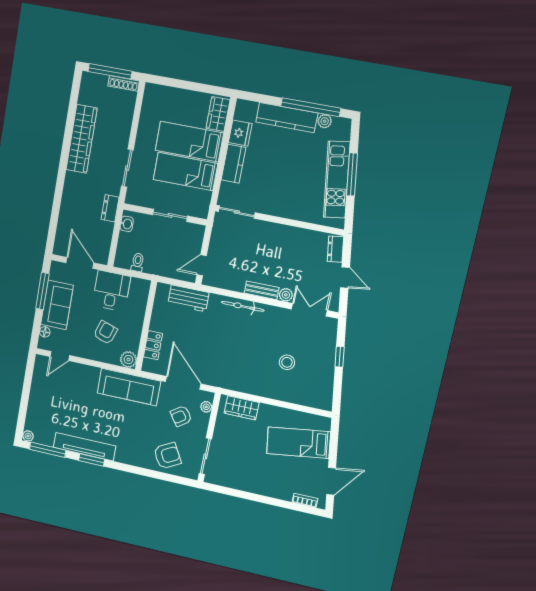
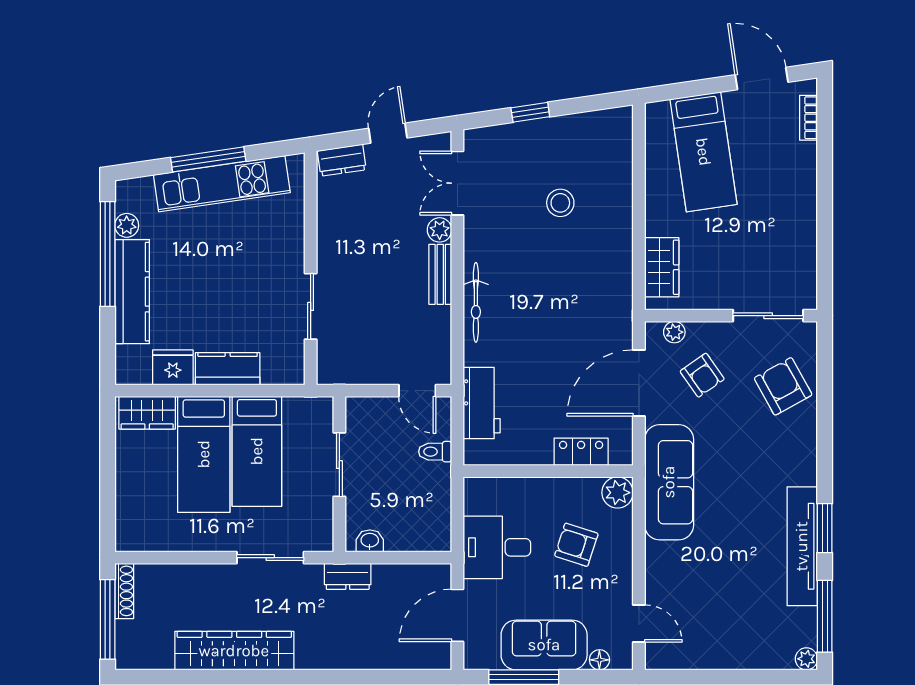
sliding door: (237, 212) -> (311, 306), moved
toilet: (138, 262) -> (435, 452), moved

